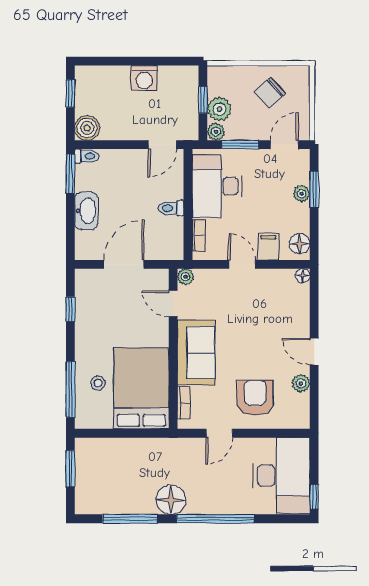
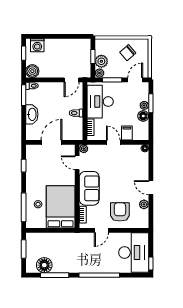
washing machine: (144, 78) -> (37, 45), moved
floor lamp: (300, 244) -> (143, 116), moved
floor lamp: (171, 500) -> (44, 265), moved

